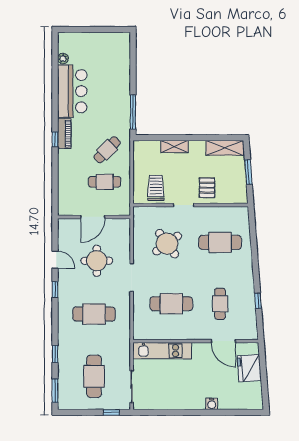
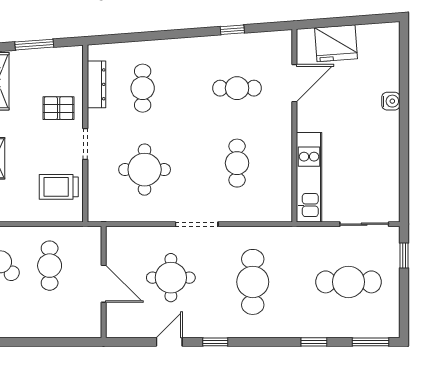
dresser: (223, 212) -> (96, 84), added
cafe table: (220, 242) -> (143, 88), width x0.73, depth x0.74
round table: (167, 244) -> (145, 170), turned 36
cafe table: (171, 304) -> (237, 163), width x0.73, depth x0.74

